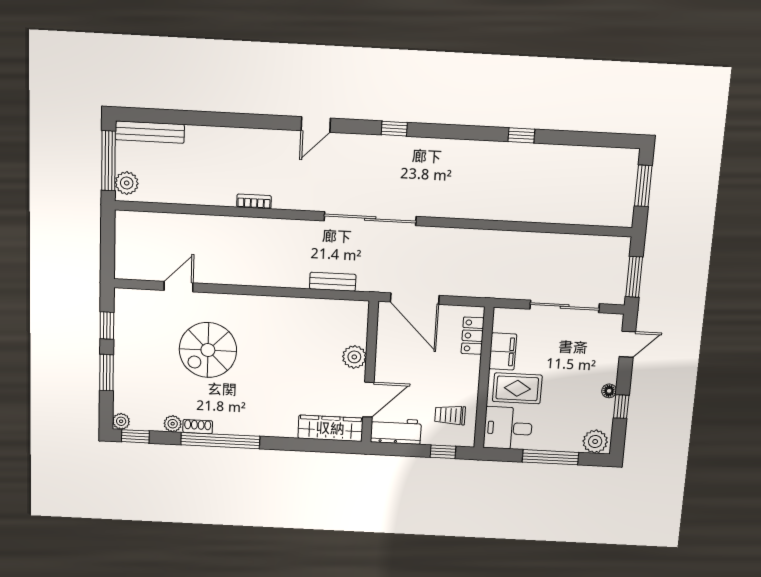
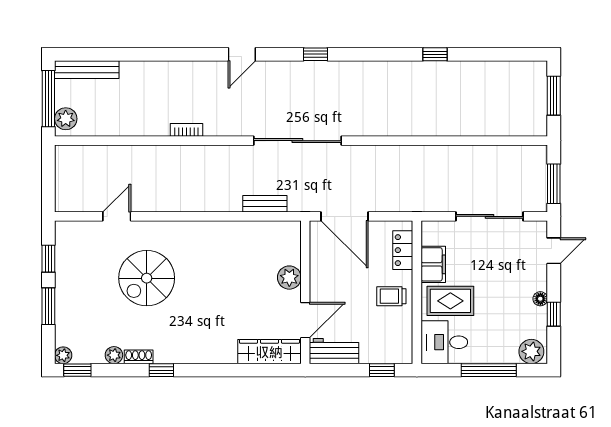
trolley: (450, 415) -> (391, 296), moved
window: (220, 441) -> (161, 370), width x0.32

